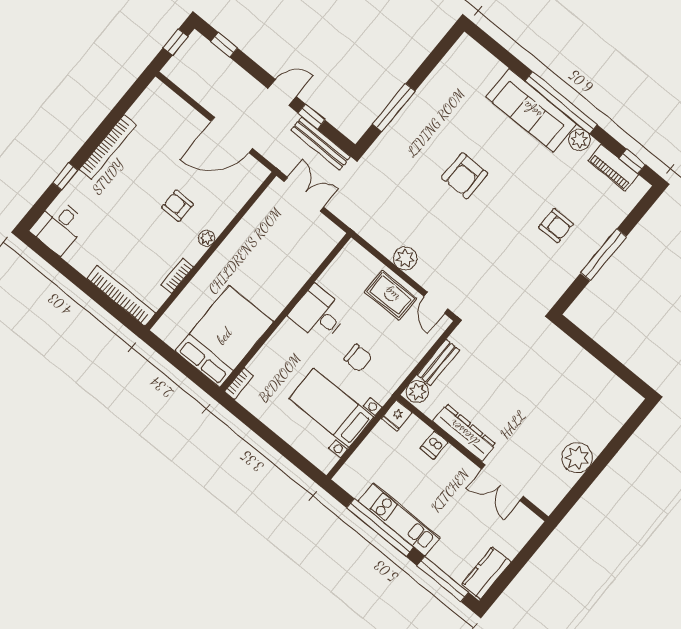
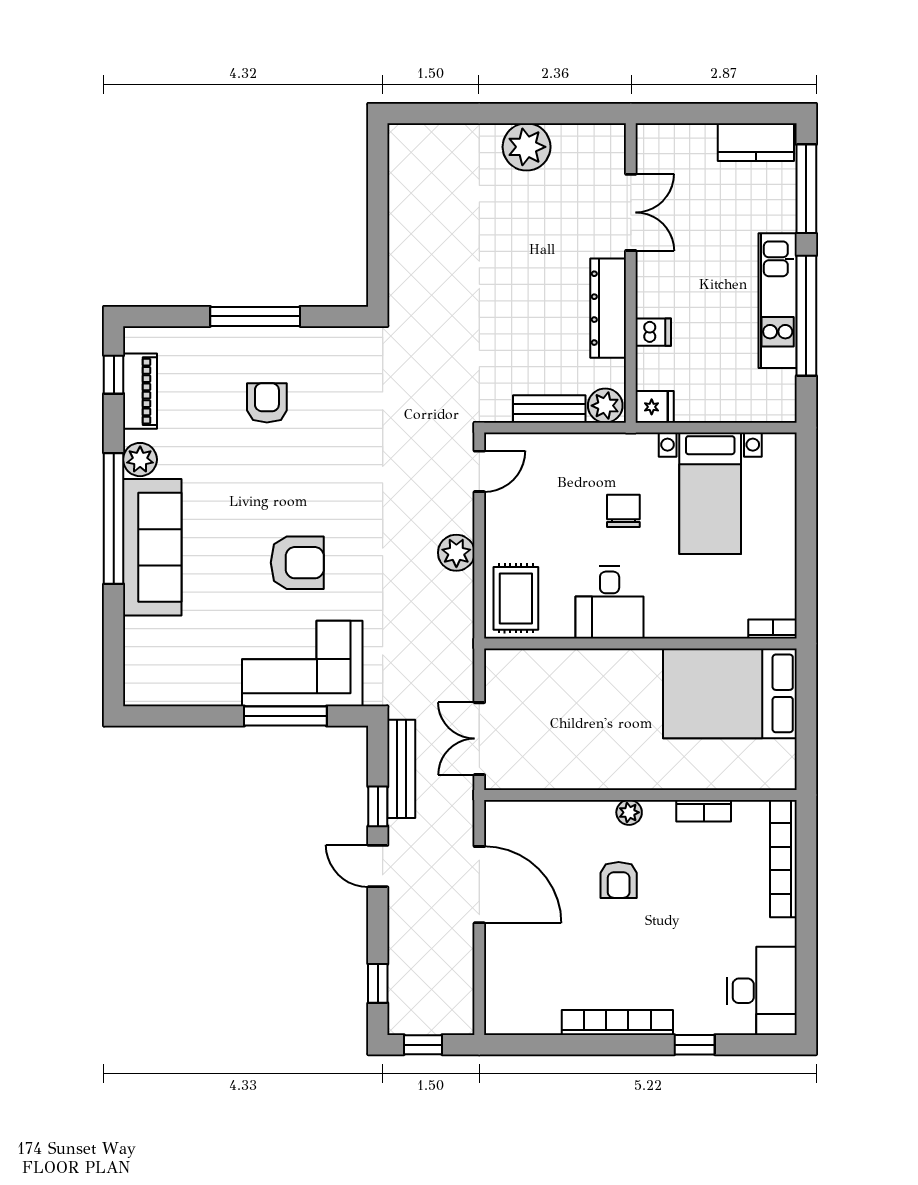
corner sofa: (413, 137) -> (302, 663), added
desk: (59, 227) -> (762, 991), width x1.37
rug: (391, 295) -> (516, 598), moved

